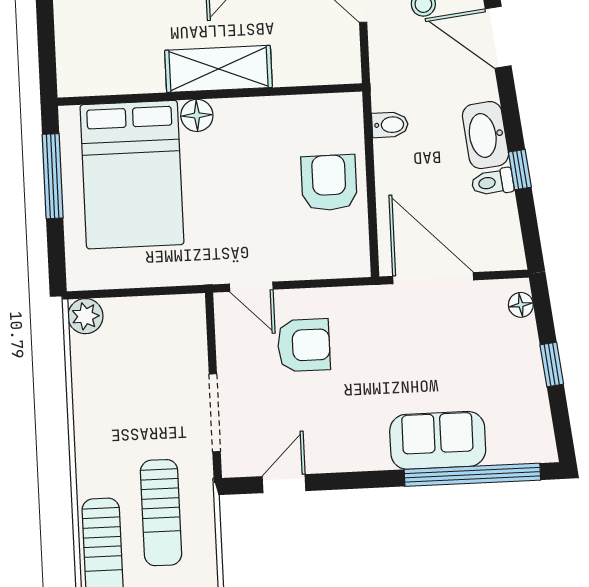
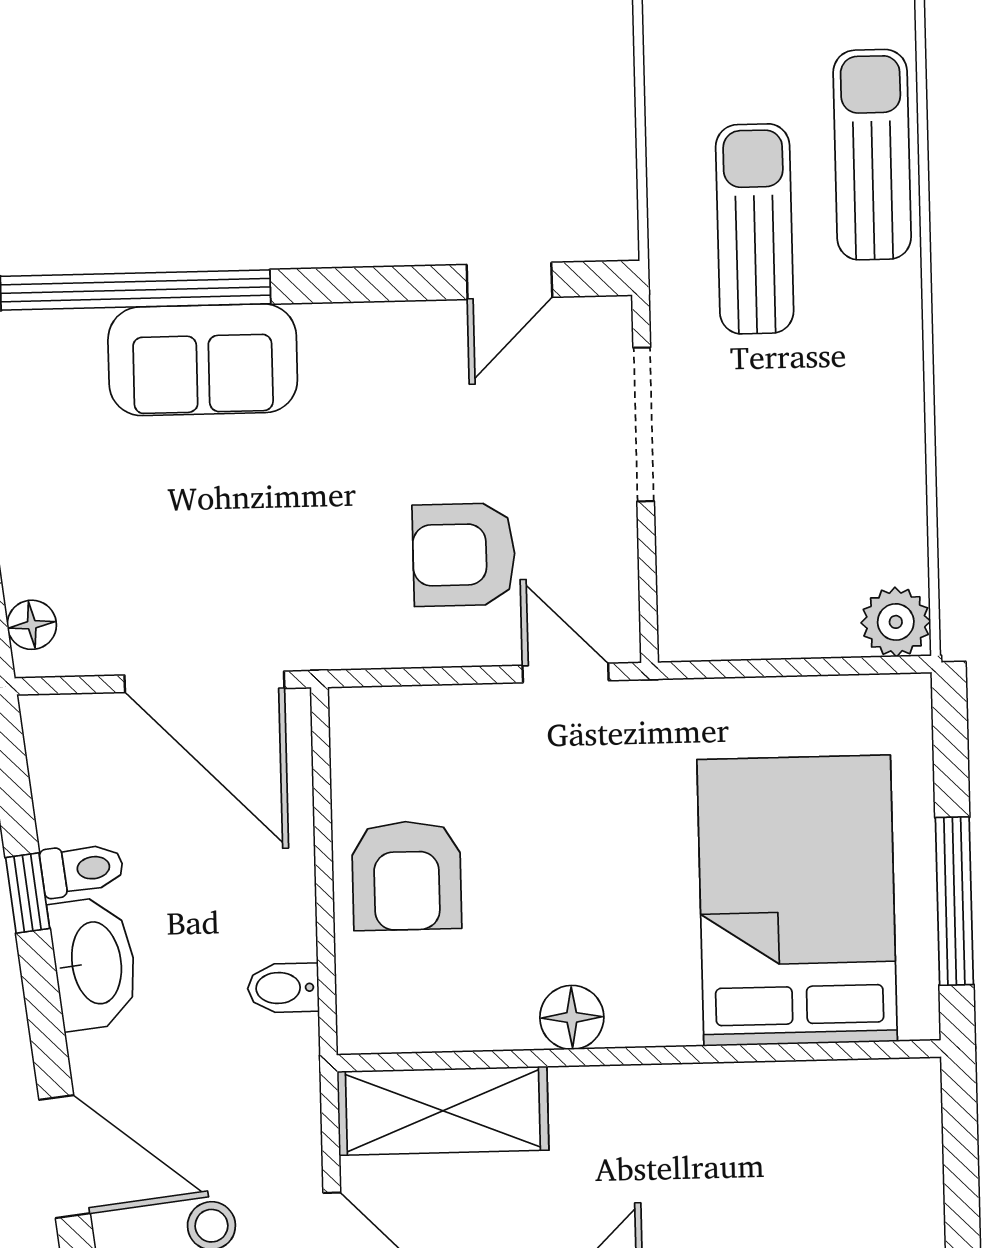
shelving: (218, 69) -> (443, 1111), moved
floor lamp: (197, 115) -> (572, 1017), moved

